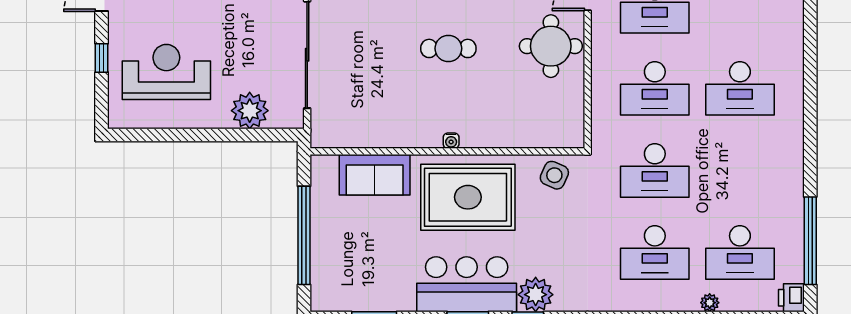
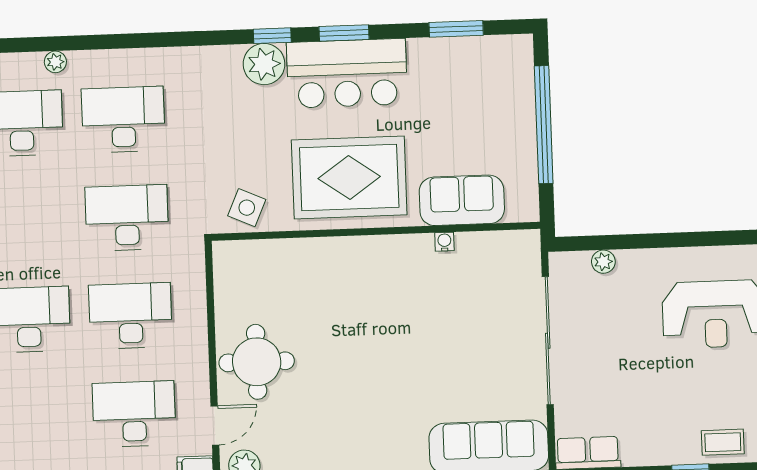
cafe table: (448, 48) -> (379, 355), removed
plant: (250, 111) -> (603, 262), width x0.53, depth x0.53
water cooler: (451, 141) -> (444, 242), moved

